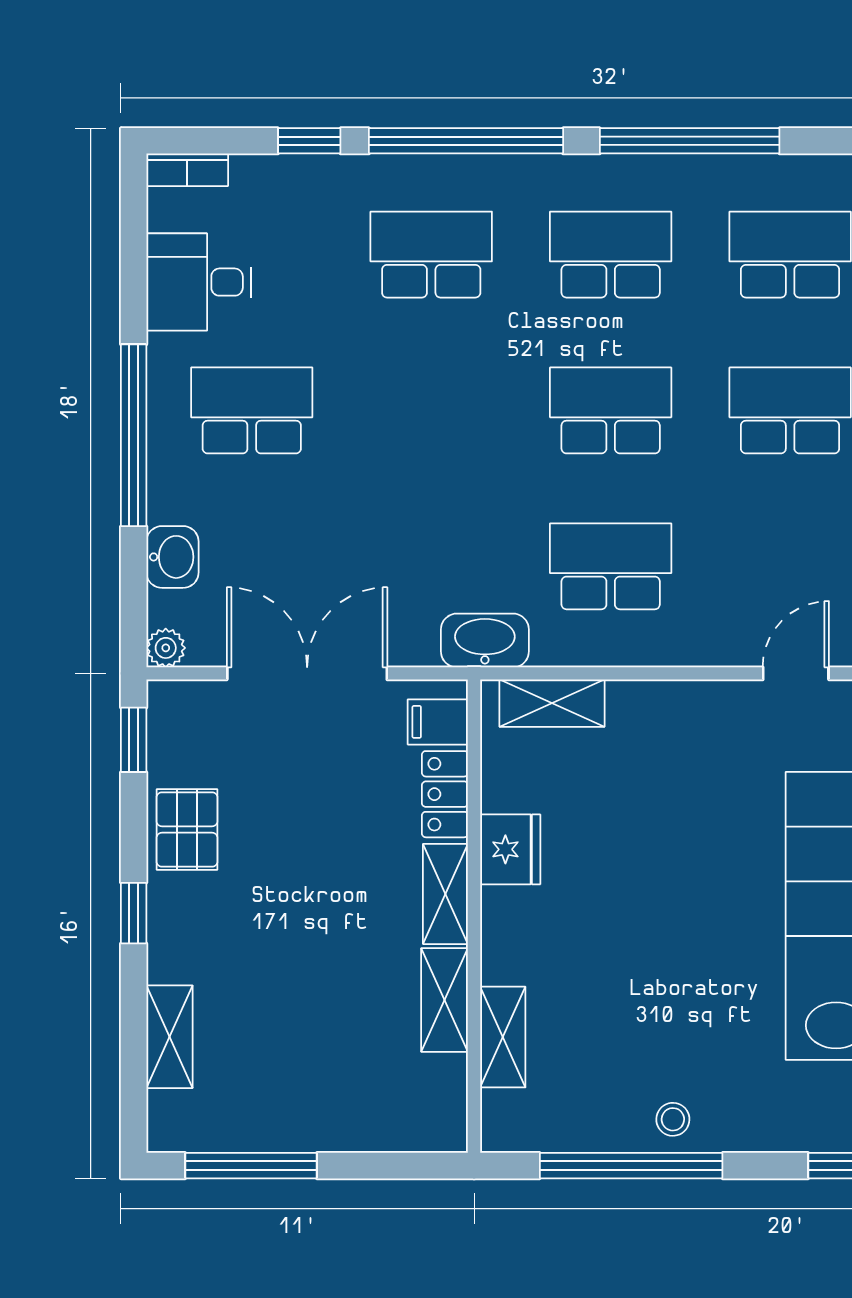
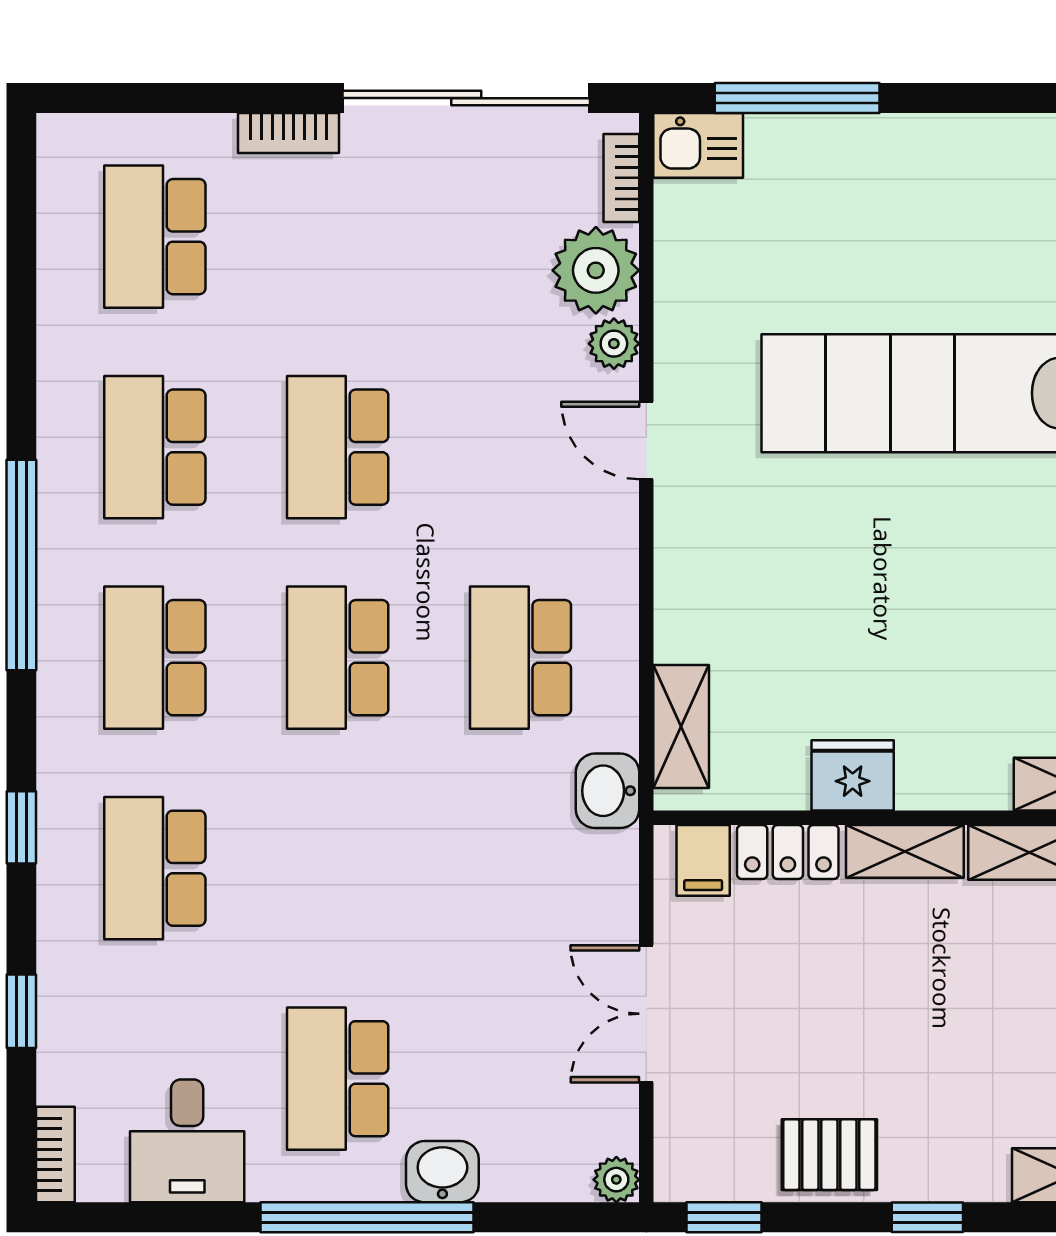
window: (466, 141) -> (21, 827), width x0.32
washbasin: (172, 557) -> (442, 1172), moved
washbasin: (485, 640) -> (608, 791), width x0.72
double door: (307, 673) -> (646, 1014), width x0.73

